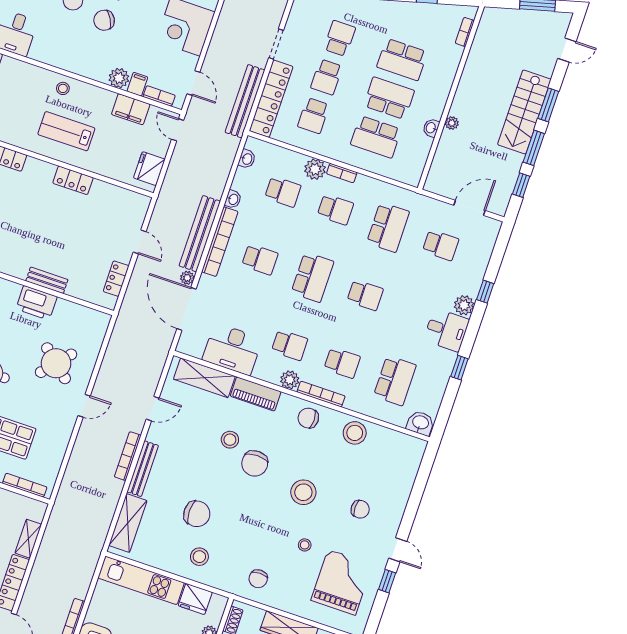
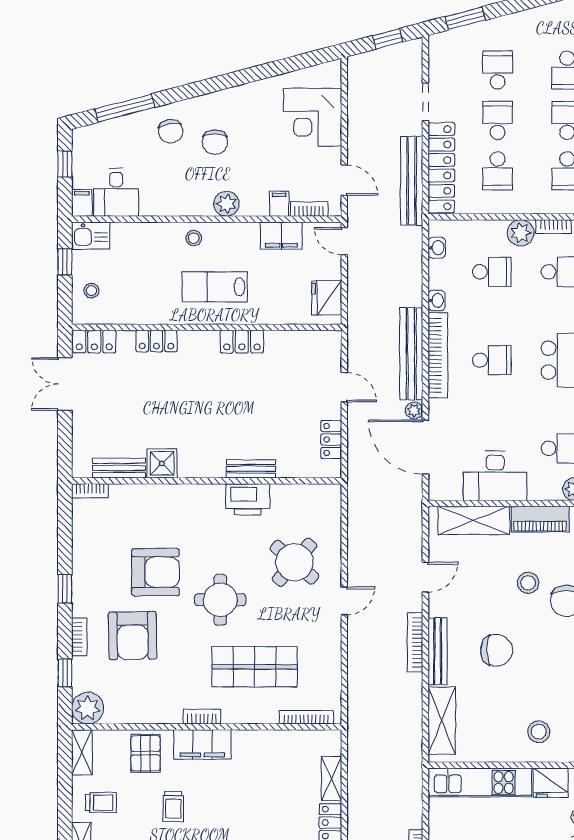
chair: (104, 20) -> (215, 142), turned -61
school desk: (327, 77) -> (498, 120), turned 180
plant: (119, 78) -> (226, 204), moved
chair: (197, 514) -> (496, 650), moved

